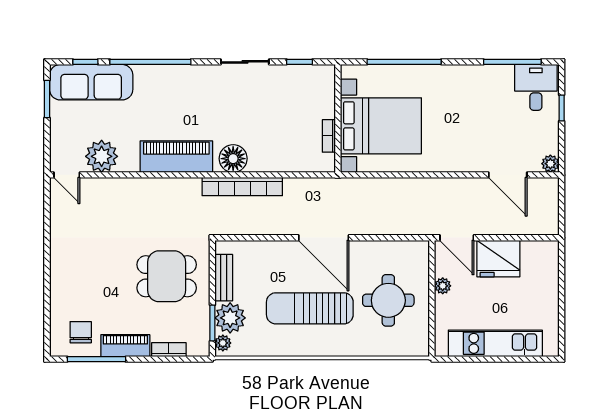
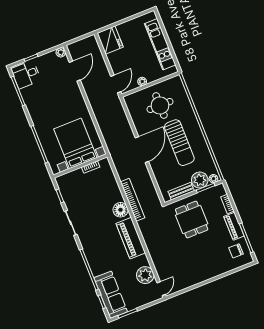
fridge: (498, 259) -> (110, 40), moved

